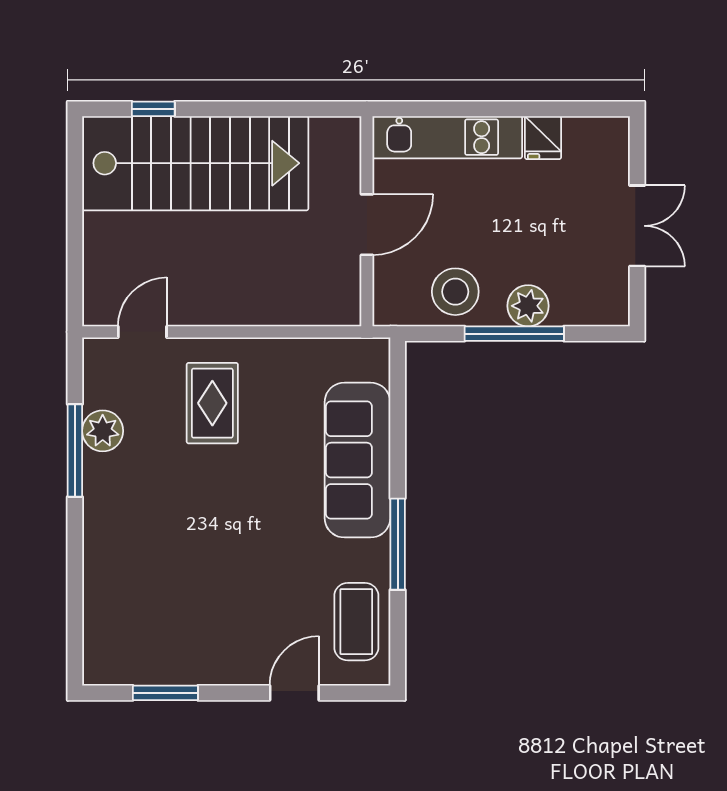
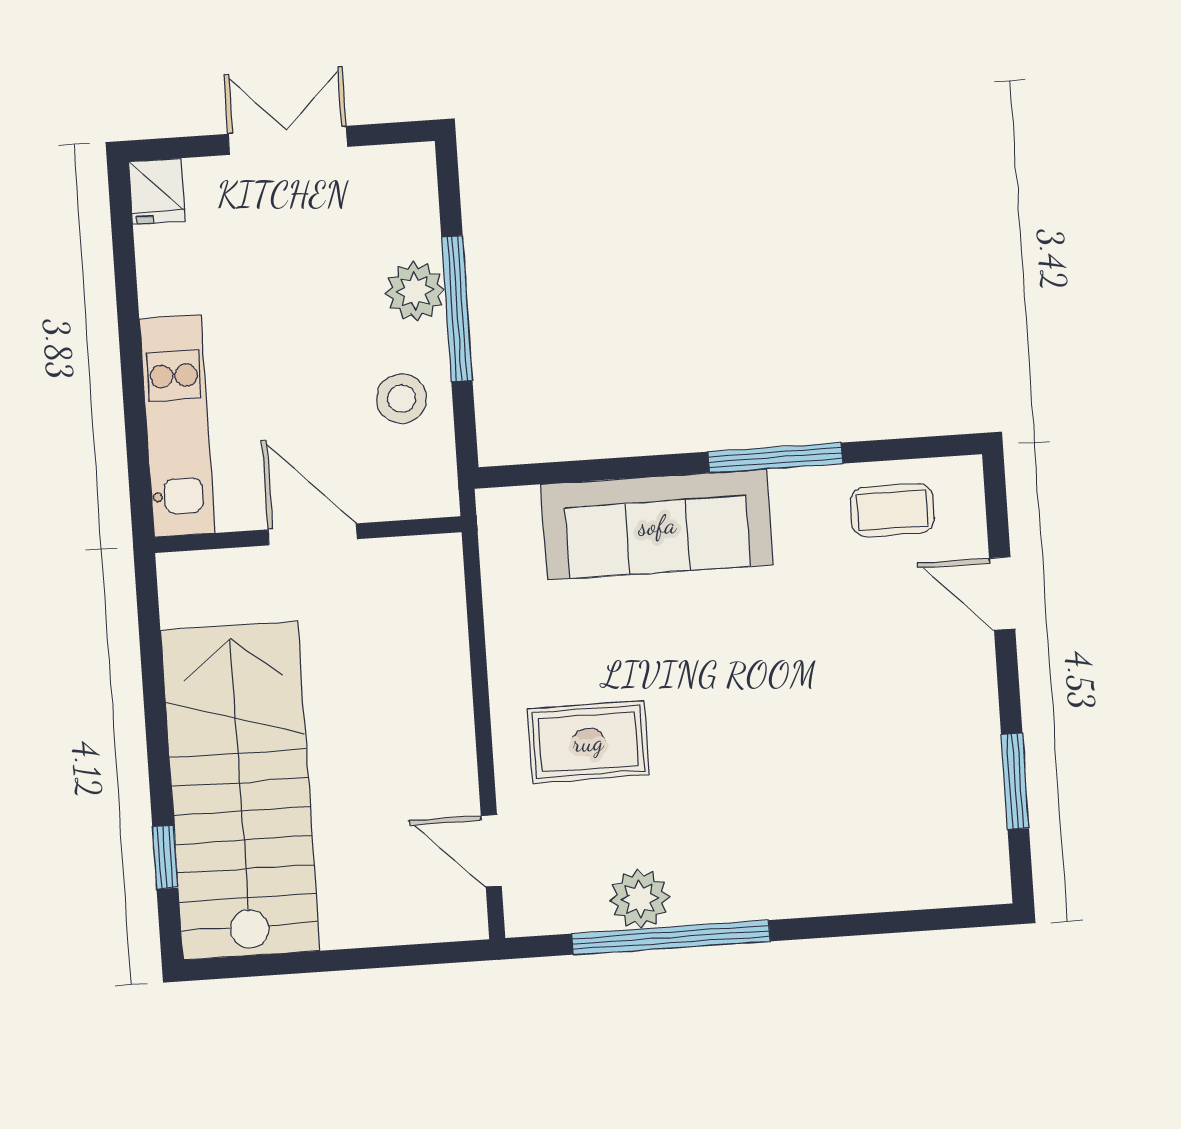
fridge: (543, 138) -> (157, 191), moved, turned 90
stool: (455, 292) -> (402, 399), width x0.73, depth x0.73
window: (75, 450) -> (671, 937), width x1.46
coffee table: (356, 622) -> (892, 510), width x0.73, depth x0.77

